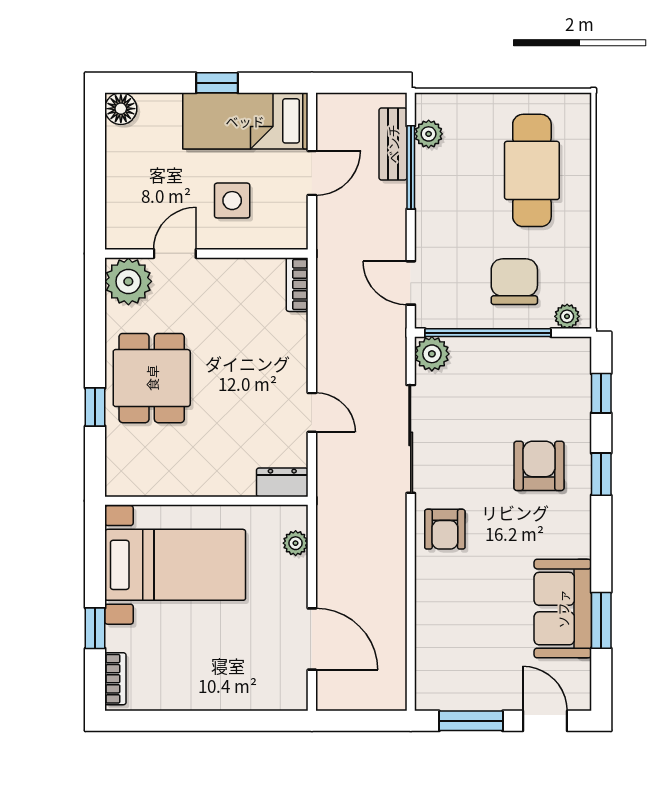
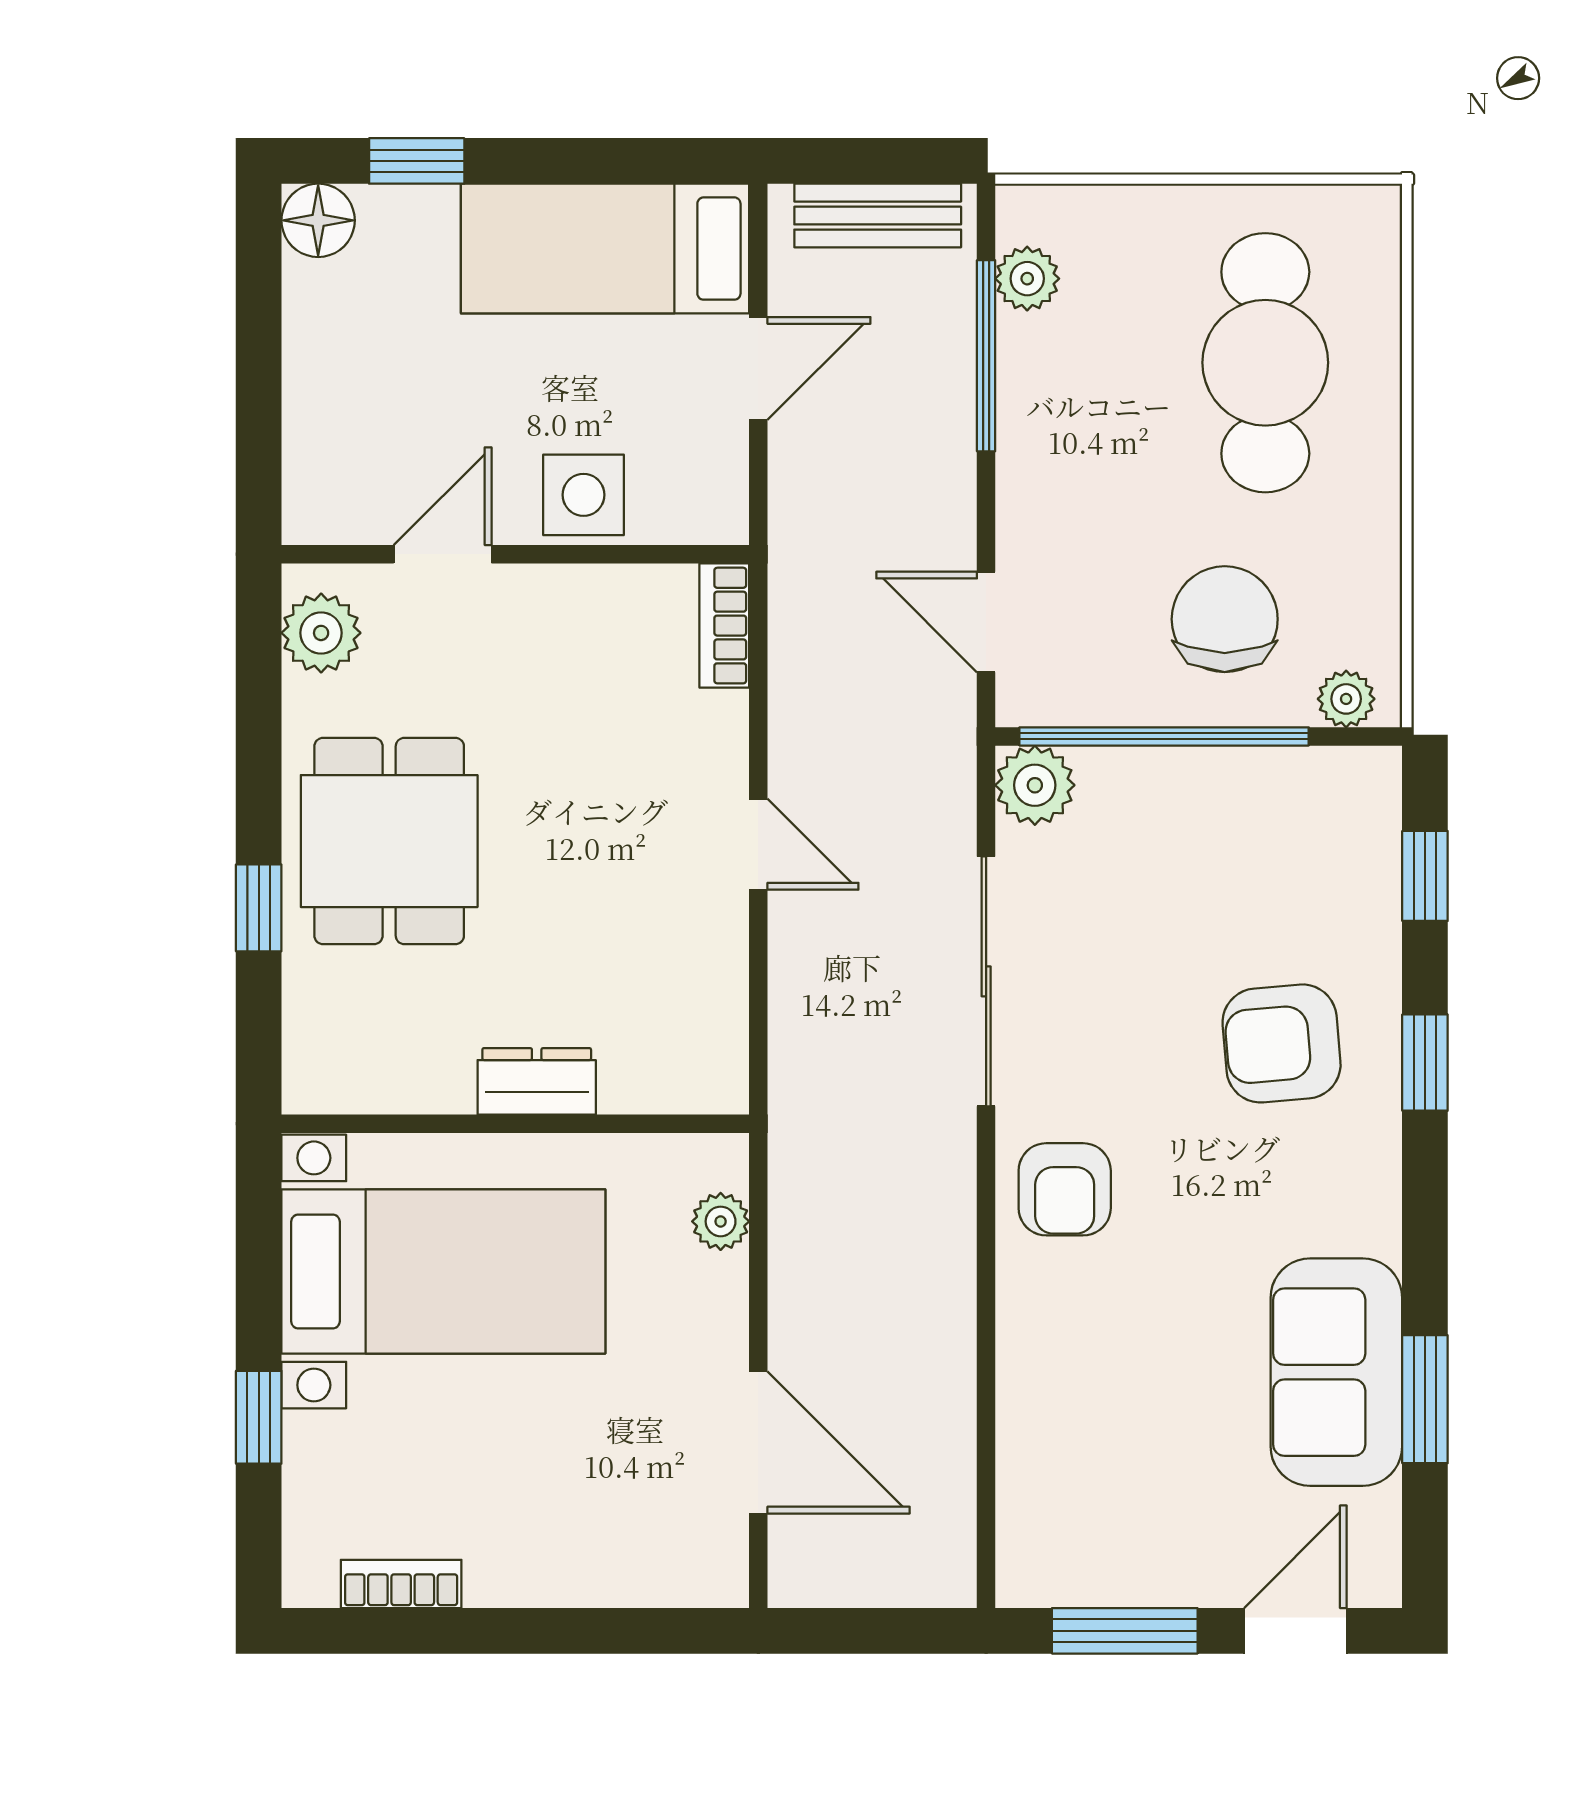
window: (217, 83) -> (417, 161), moved
bench: (393, 144) -> (878, 216), moved, turned 90
side table: (232, 201) -> (583, 495), moved
plant: (128, 281) -> (321, 633), width x0.73, depth x0.73
door: (312, 412) -> (758, 844), moved
armchair: (539, 466) -> (1282, 1043), turned -95
dresser: (282, 482) -> (537, 1081), moved
bookcase: (115, 679) -> (401, 1584), moved, turned -90
door: (545, 721) -> (1295, 1631), hinge flipped

